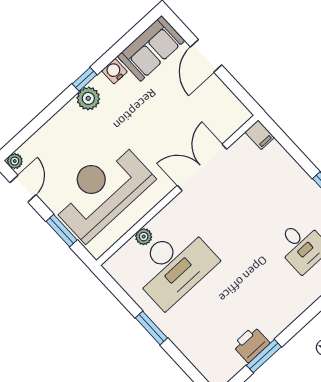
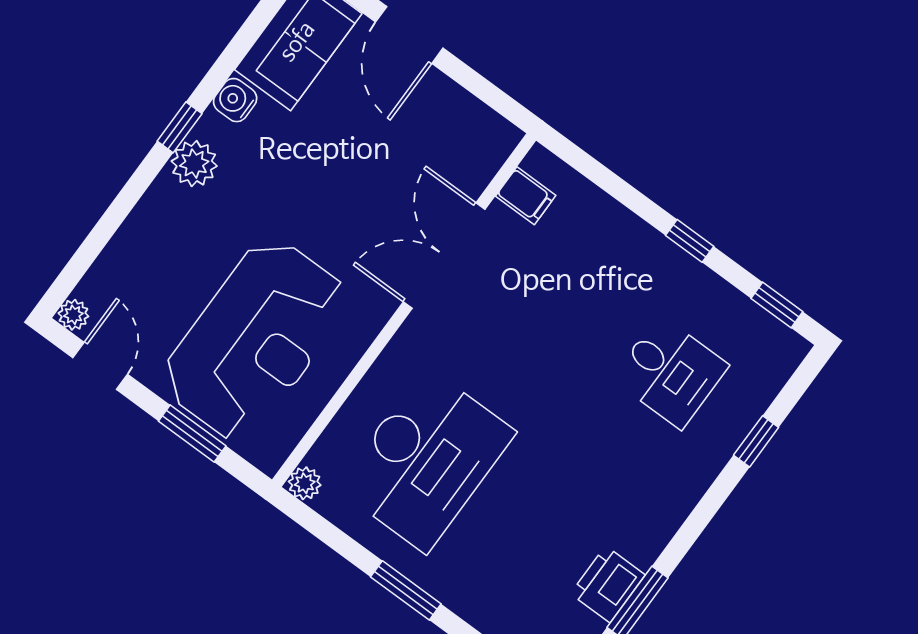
filing cabinet: (260, 135) -> (526, 196), moved
reception desk: (101, 191) -> (255, 340), turned 180
plant: (144, 237) -> (305, 483), moved

